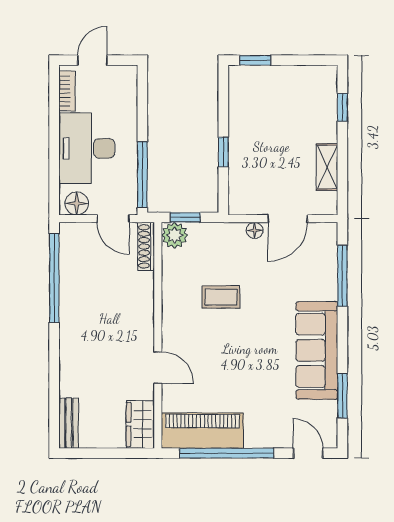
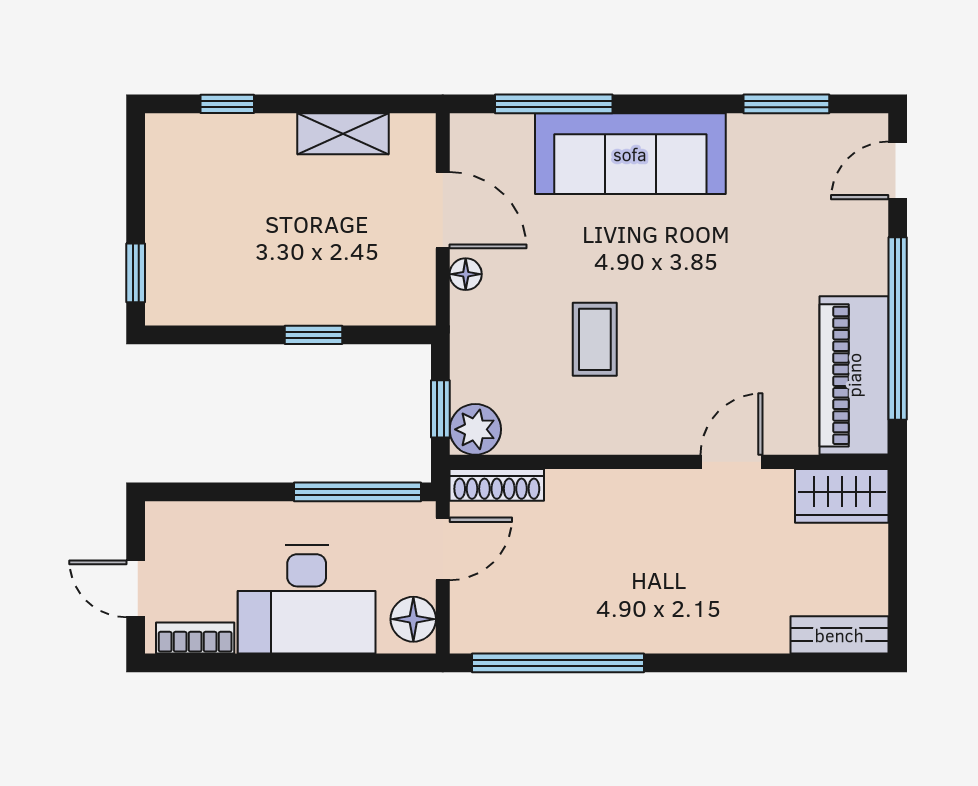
sofa: (317, 350) -> (630, 154), moved

